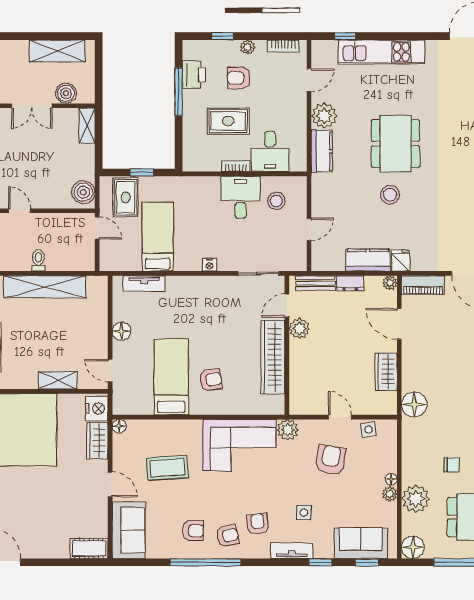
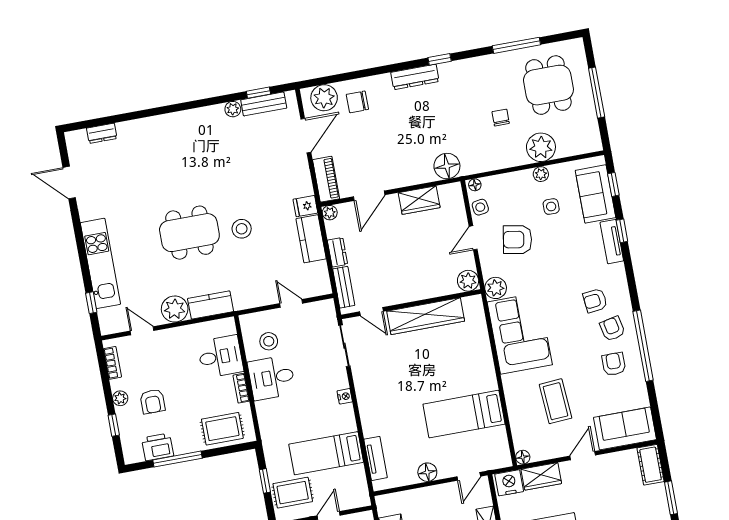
rug: (228, 121) -> (222, 429), moved, turned 90
plant: (299, 329) -> (468, 281), moved
armchair: (211, 380) -> (459, 374), removed
floor lamp: (391, 479) -> (475, 185), moved
side table: (304, 513) -> (551, 207), moved
floor lamp: (413, 547) -> (590, 141), removed
tv unit: (292, 551) -> (612, 242), moved
window: (53, 562) -> (671, 498), added

